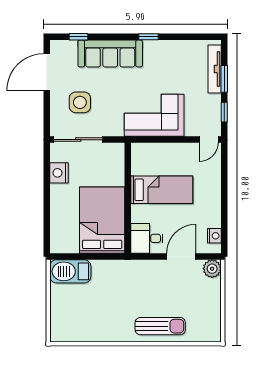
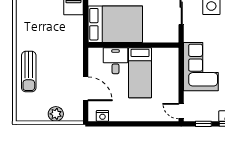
desk: (147, 238) -> (116, 61), moved
plant: (212, 269) -> (56, 114), moved

